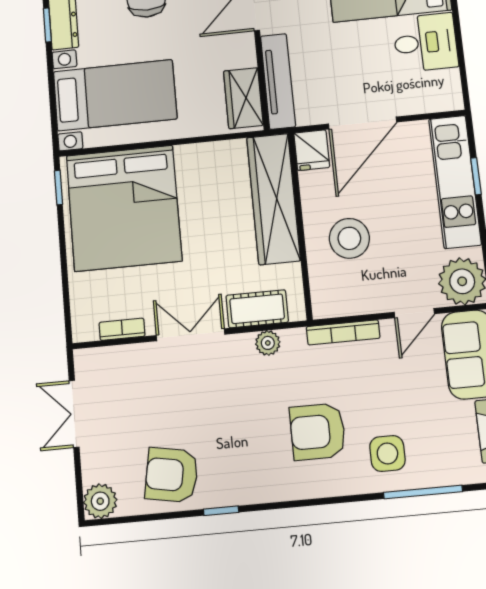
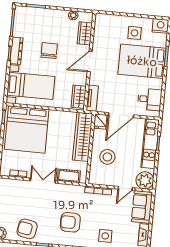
desk: (425, 43) -> (150, 99), moved
tv unit: (278, 81) -> (92, 98), width x0.71
plant: (268, 343) -> (70, 189), removed
armchair: (318, 432) -> (70, 222), moved

